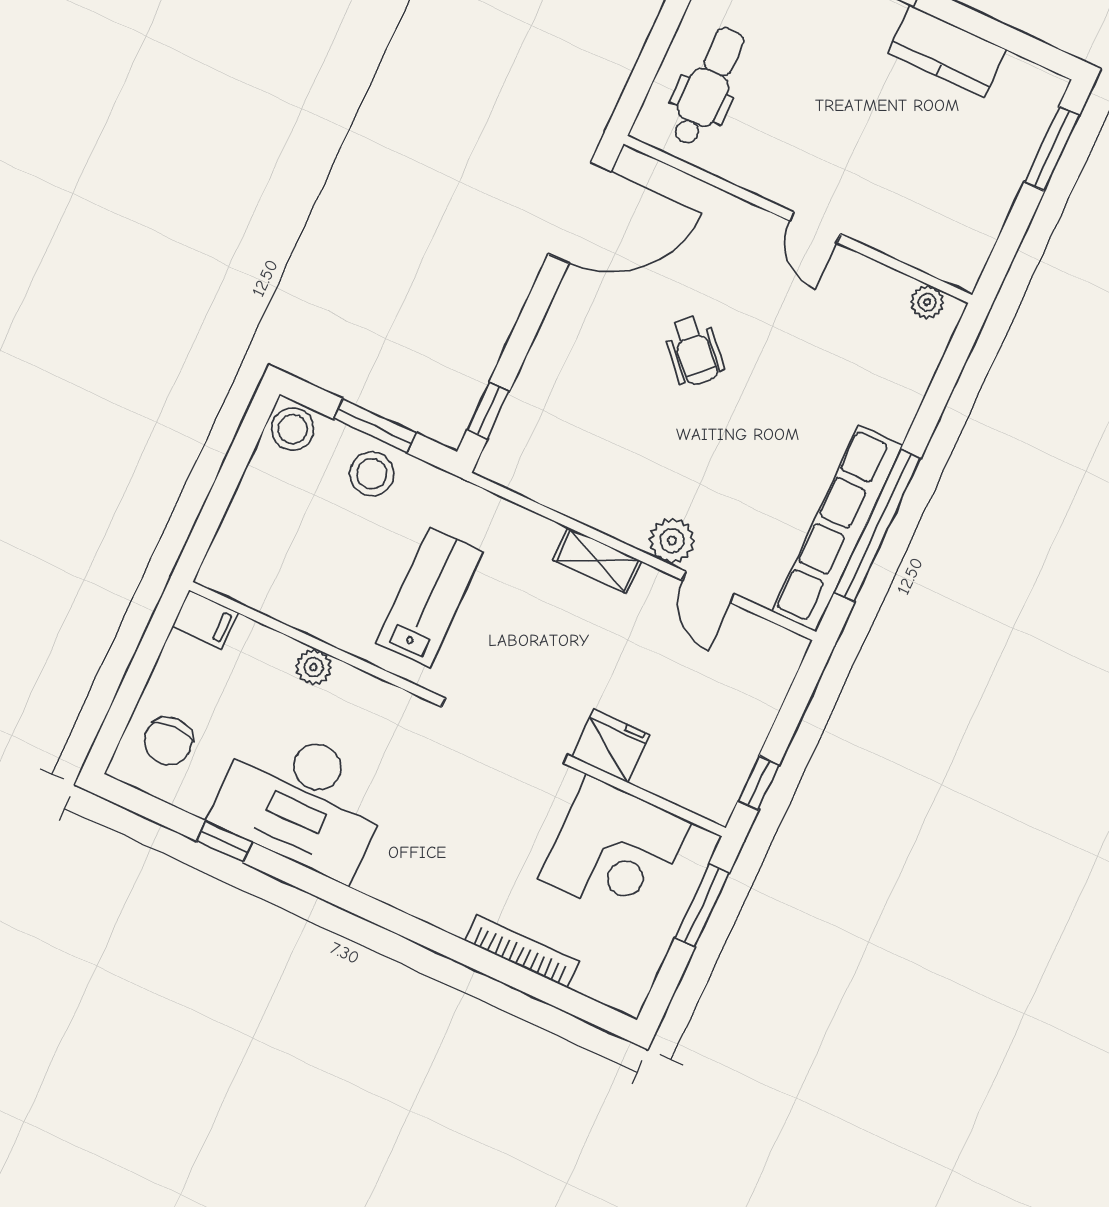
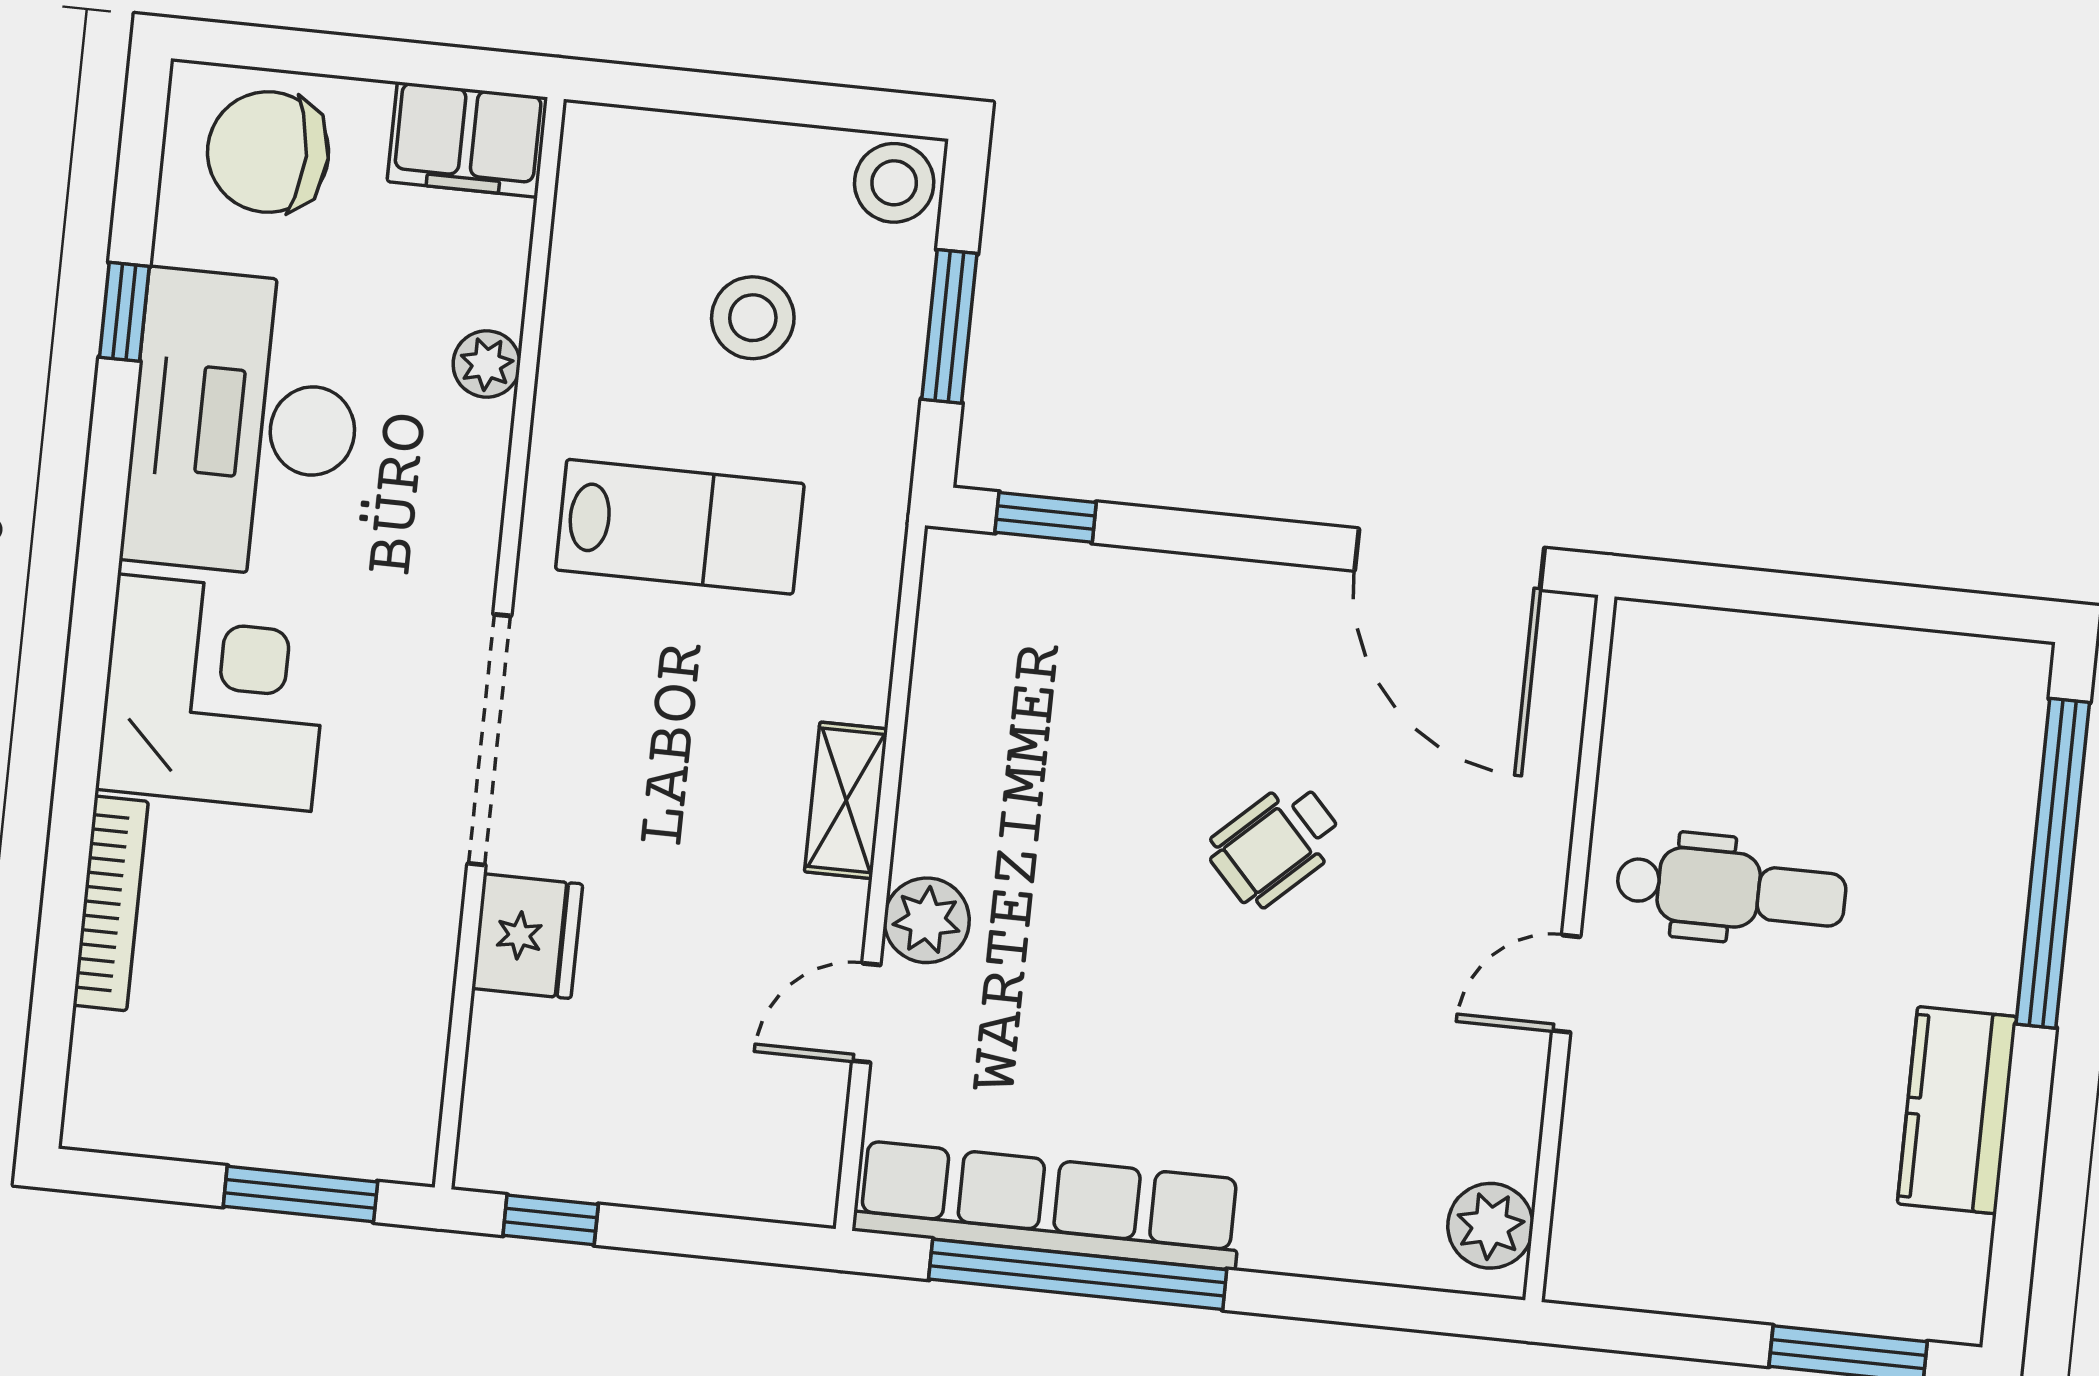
dental chair: (708, 86) -> (1731, 890), moved
plant: (927, 302) -> (1490, 1226), width x1.38, depth x1.38
stool: (372, 474) -> (753, 318), moved
filing cabinet: (205, 619) -> (467, 140), width x2.00
chair: (168, 741) -> (268, 152), width x1.37, depth x1.37
corner desk: (615, 851) -> (214, 693), moved, turned 180

